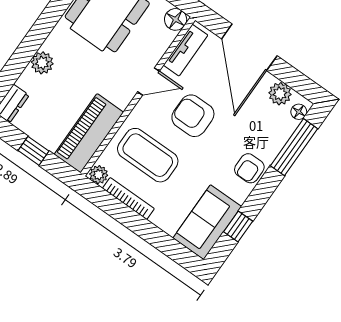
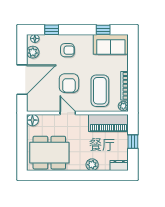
tv unit: (186, 50) -> (43, 106), removed
window: (294, 147) -> (52, 30), width x0.46
armchair: (249, 168) -> (67, 50), moved

